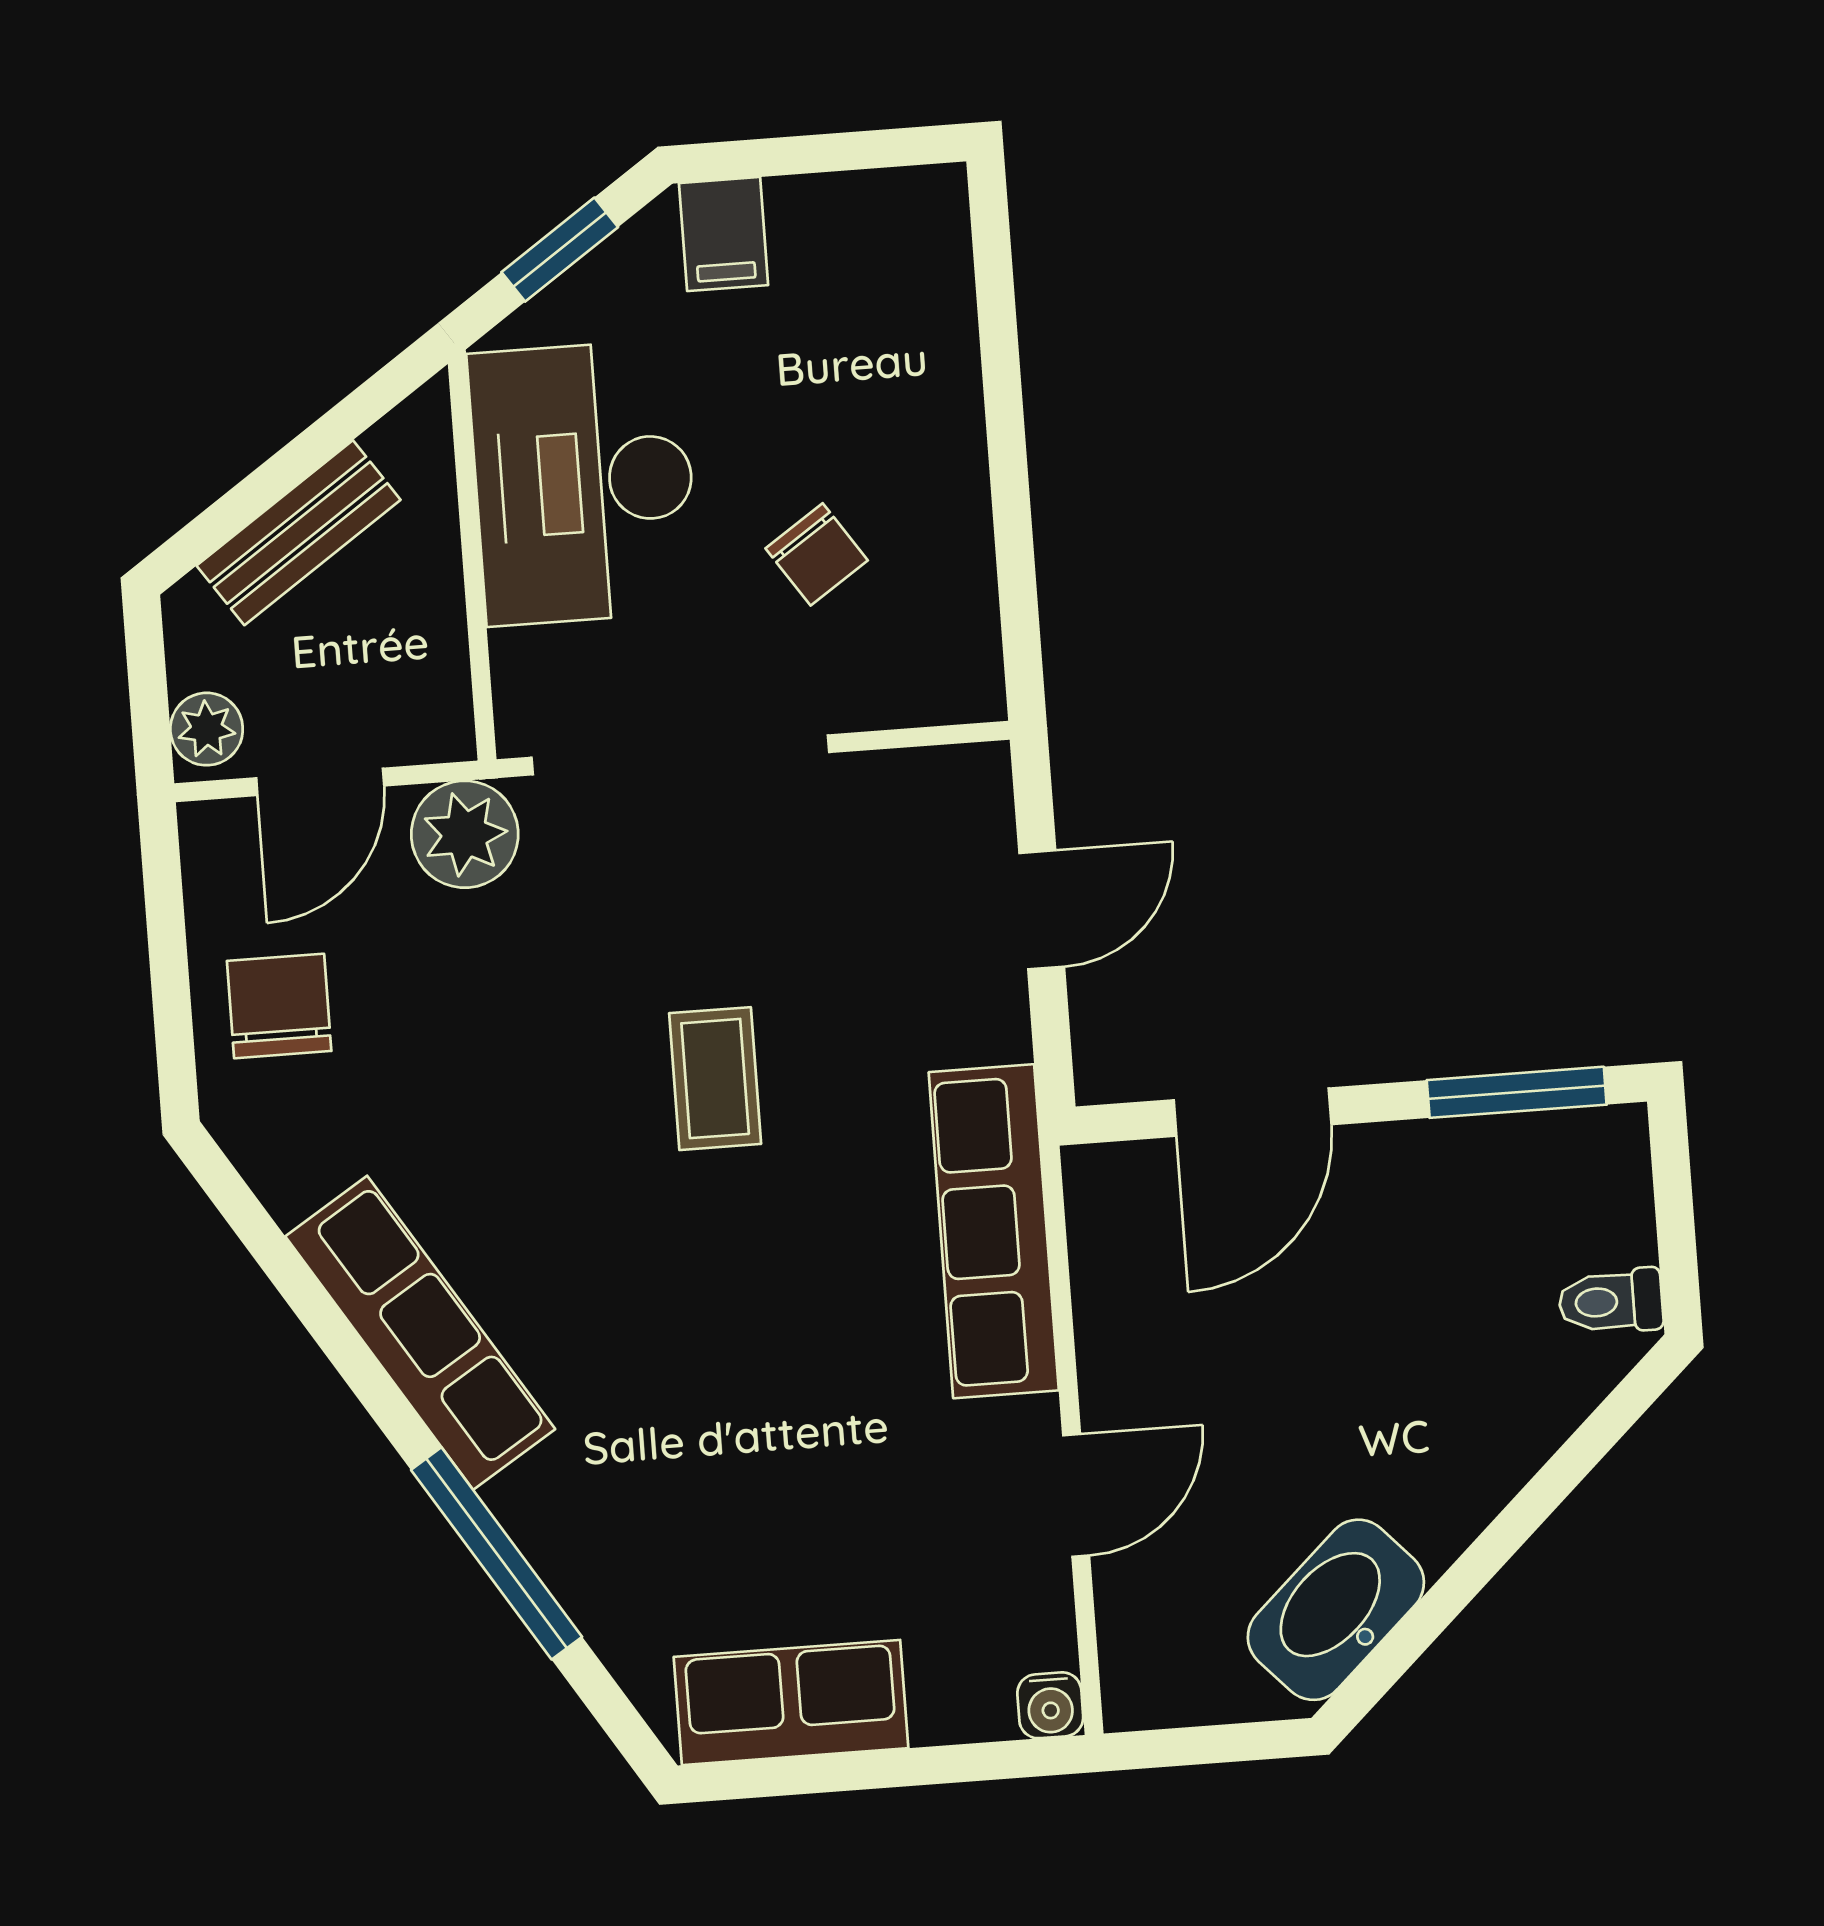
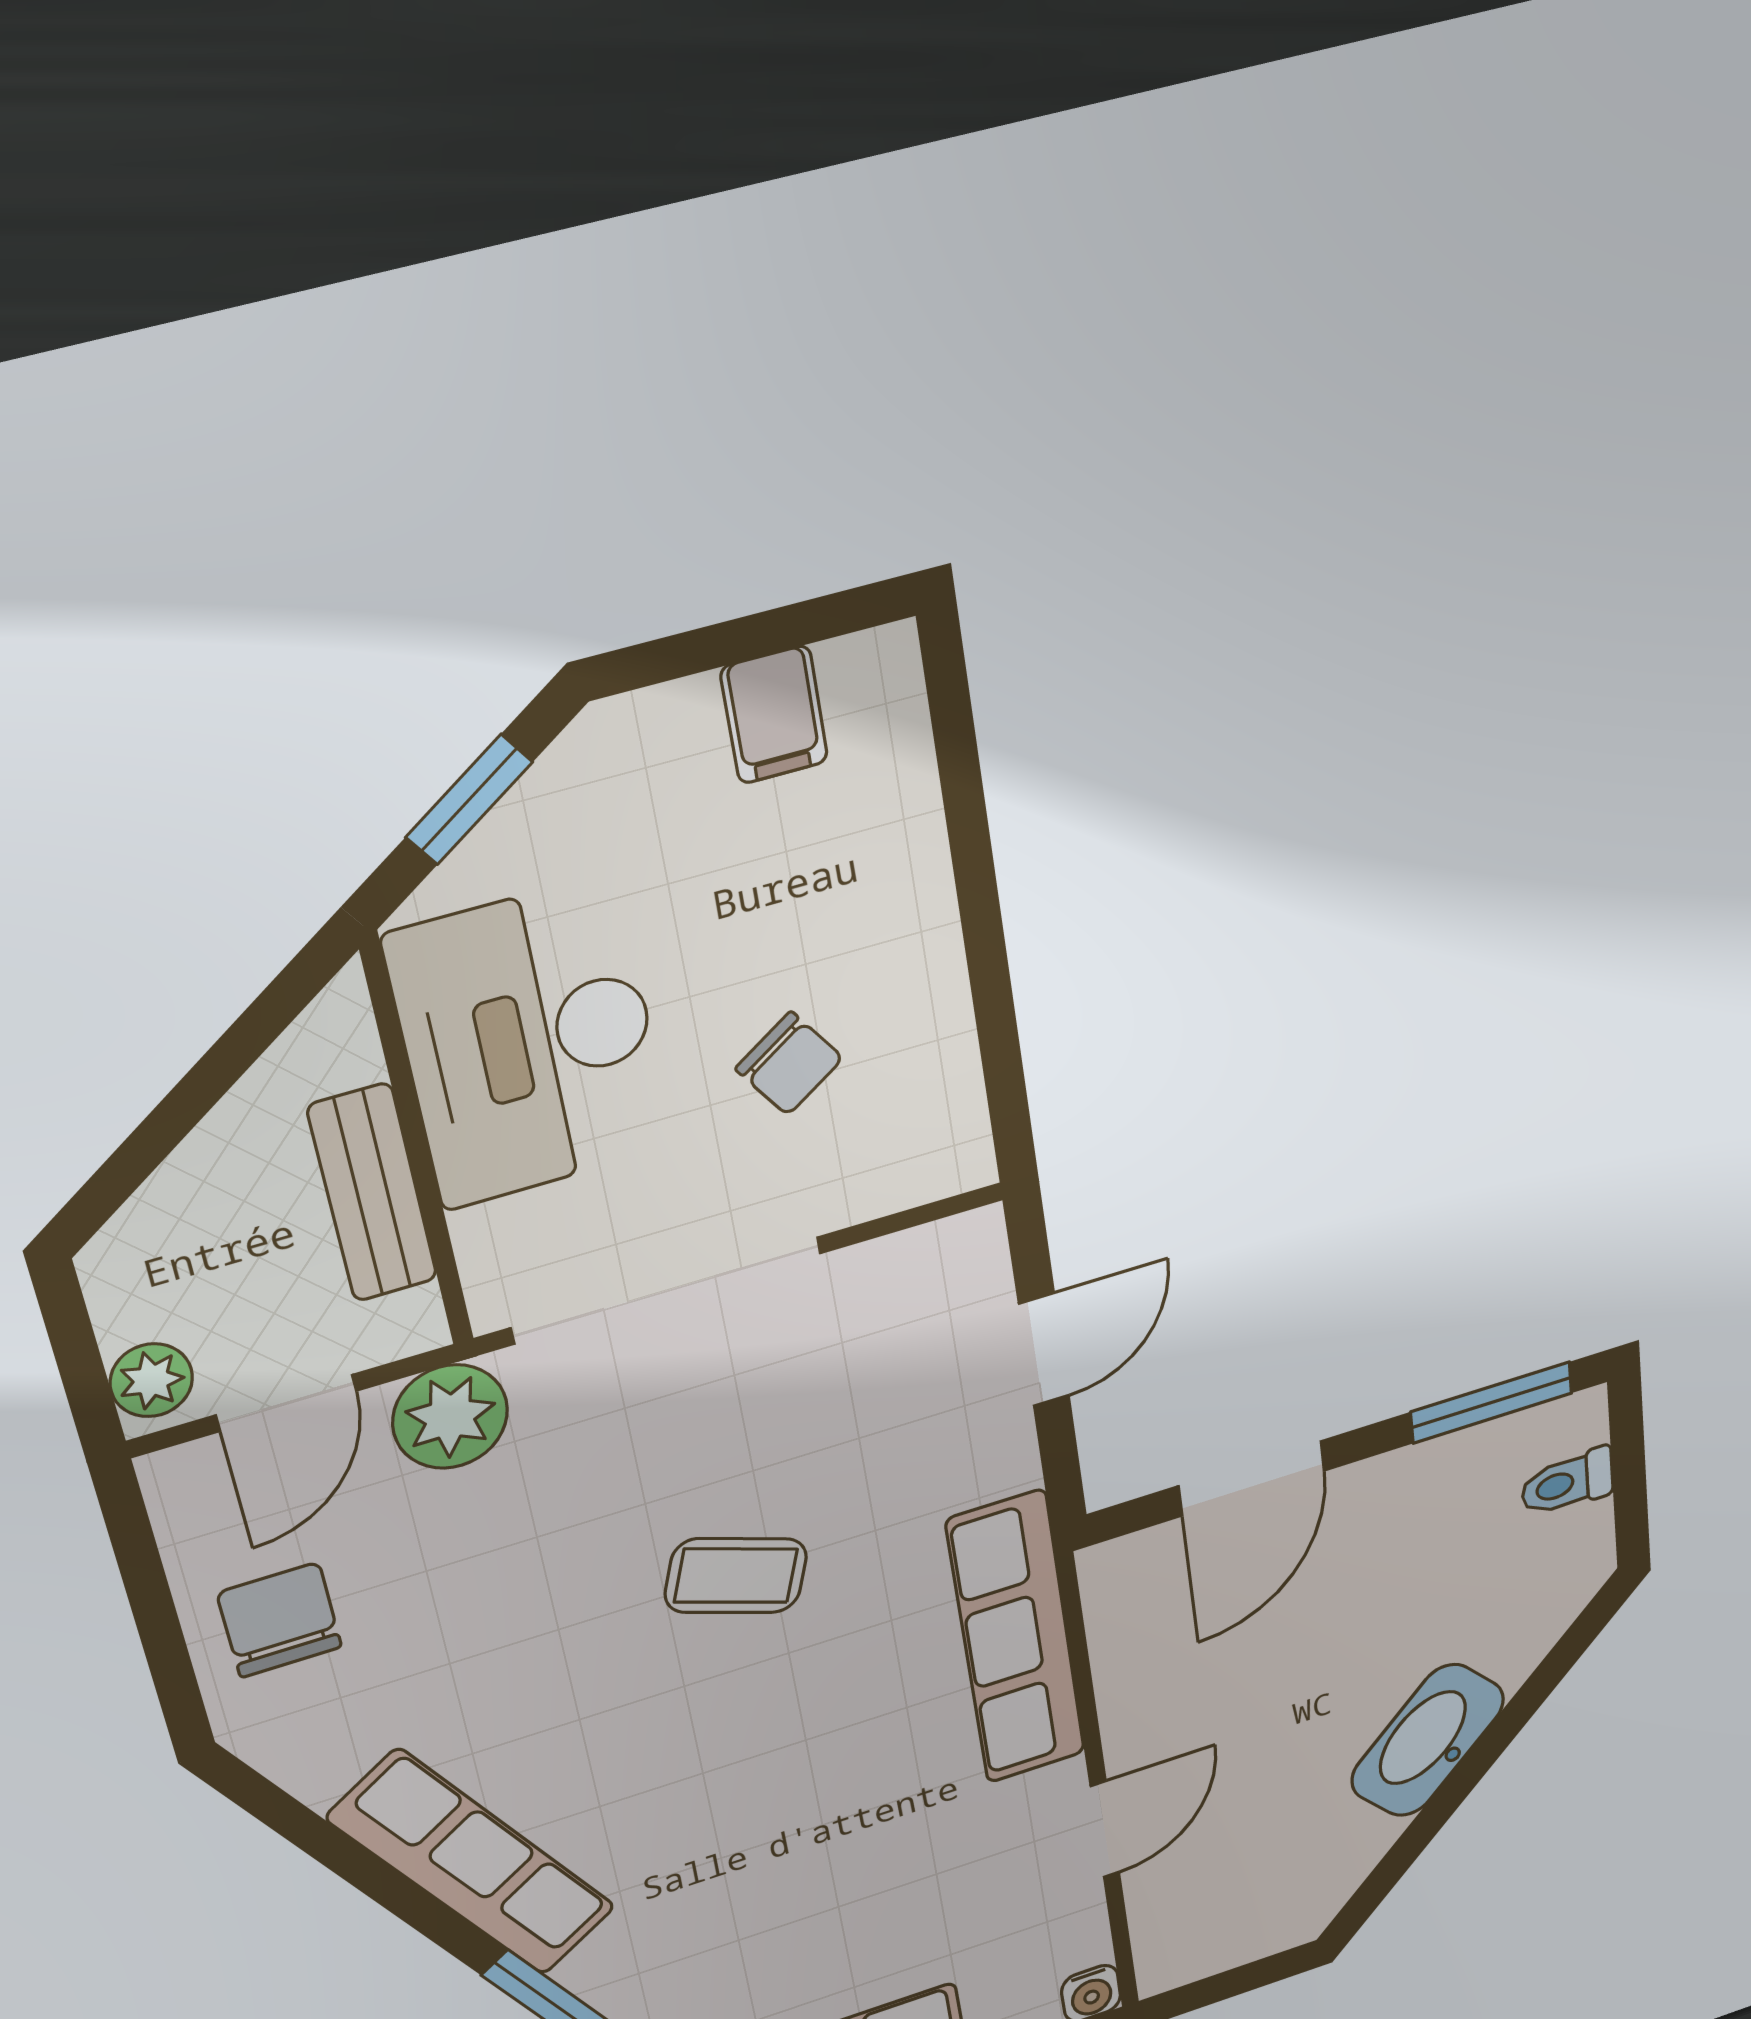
filing cabinet: (724, 234) -> (774, 715), moved
bench: (299, 533) -> (373, 1193), moved, turned -56
coffee table: (715, 1079) -> (736, 1576), turned -70
toilet: (1611, 1301) -> (1567, 1483), moved
washbasin: (1336, 1610) -> (1428, 1740), moved

